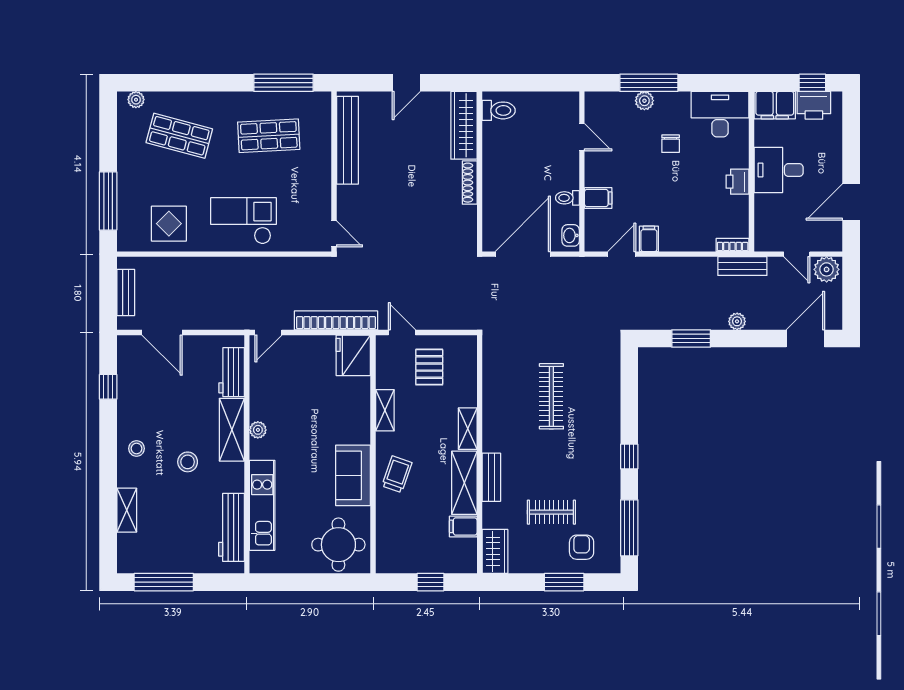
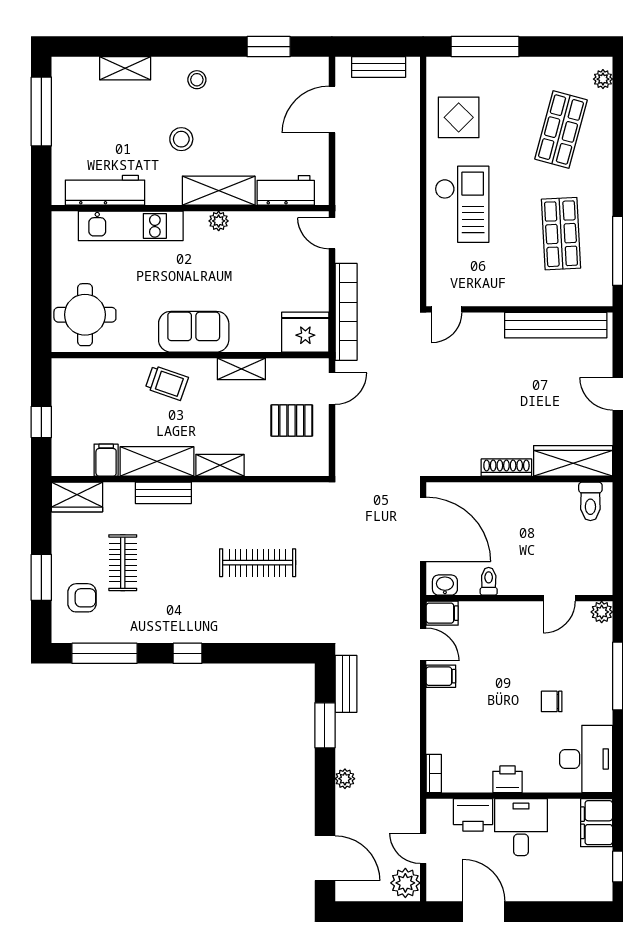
plant: (644, 101) -> (602, 612), moved
printer: (814, 105) -> (473, 815), moved, turned -90
filing cabinet: (598, 198) -> (442, 613), moved, turned -90
door: (797, 254) -> (423, 848), hinge flipped
bench: (742, 266) -> (346, 684), moved
window: (108, 387) -> (269, 47), width x1.50
sofa: (353, 475) -> (194, 332), moved

